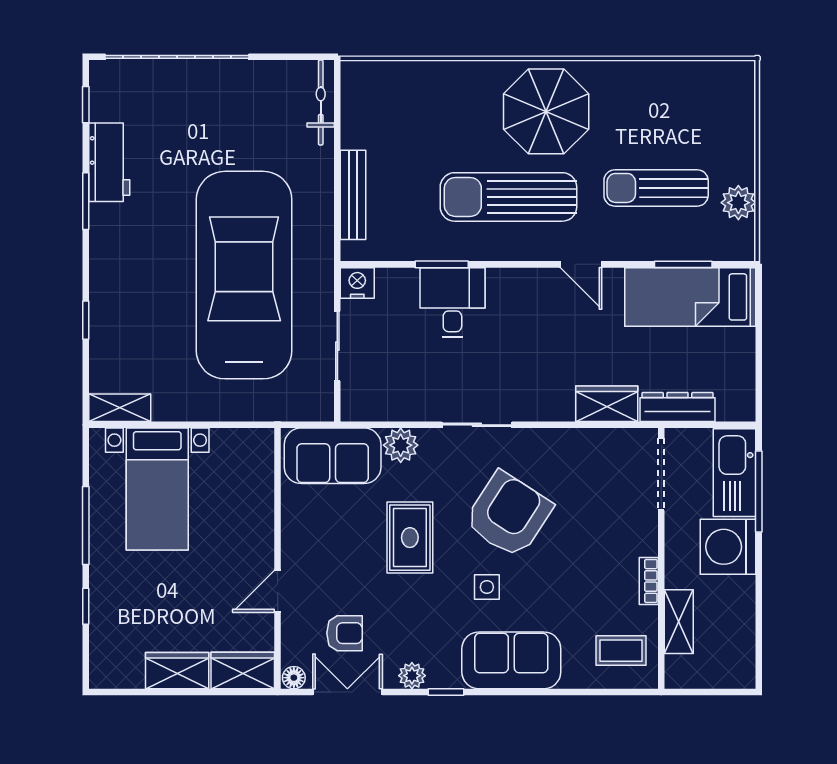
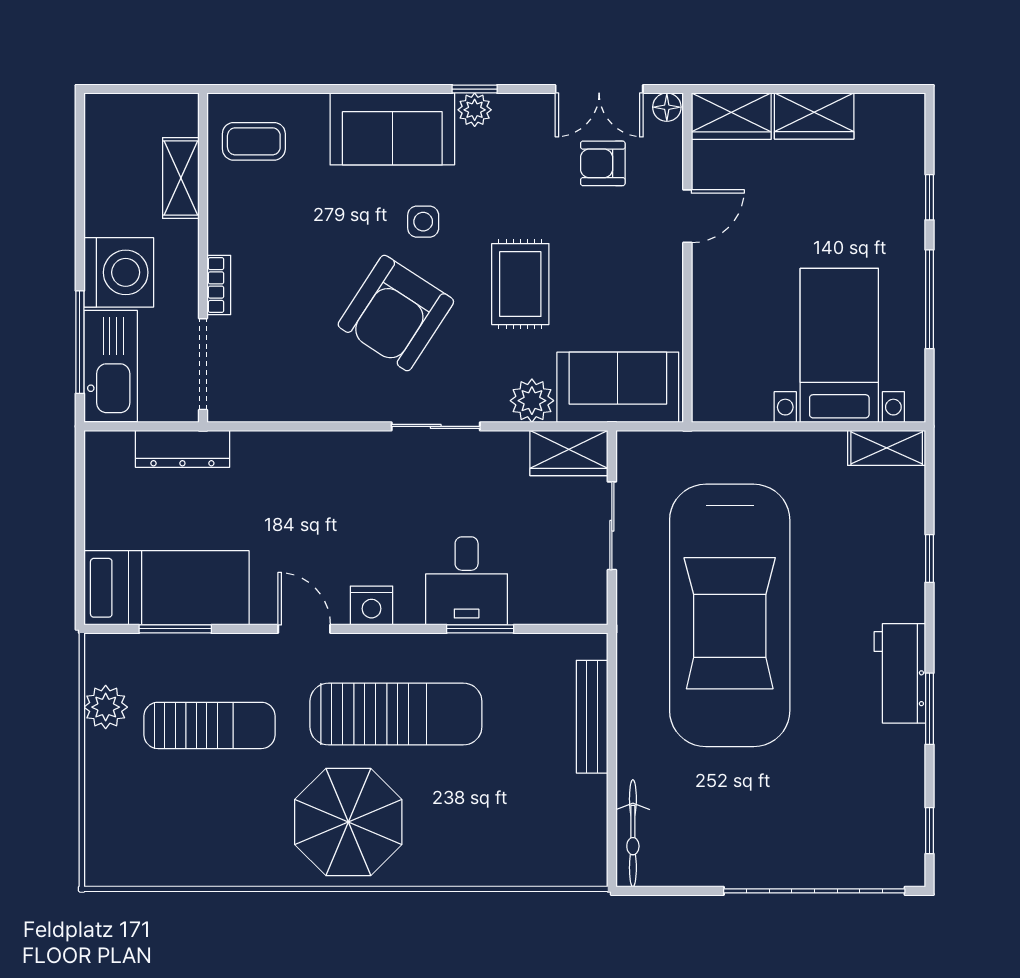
workbench: (109, 162) -> (900, 673), moved
nightstand: (357, 283) -> (372, 605), moved
wardrobe: (607, 404) -> (569, 453), moved
bookcase: (649, 581) -> (219, 285), moved
plant: (412, 676) -> (475, 110), moved

